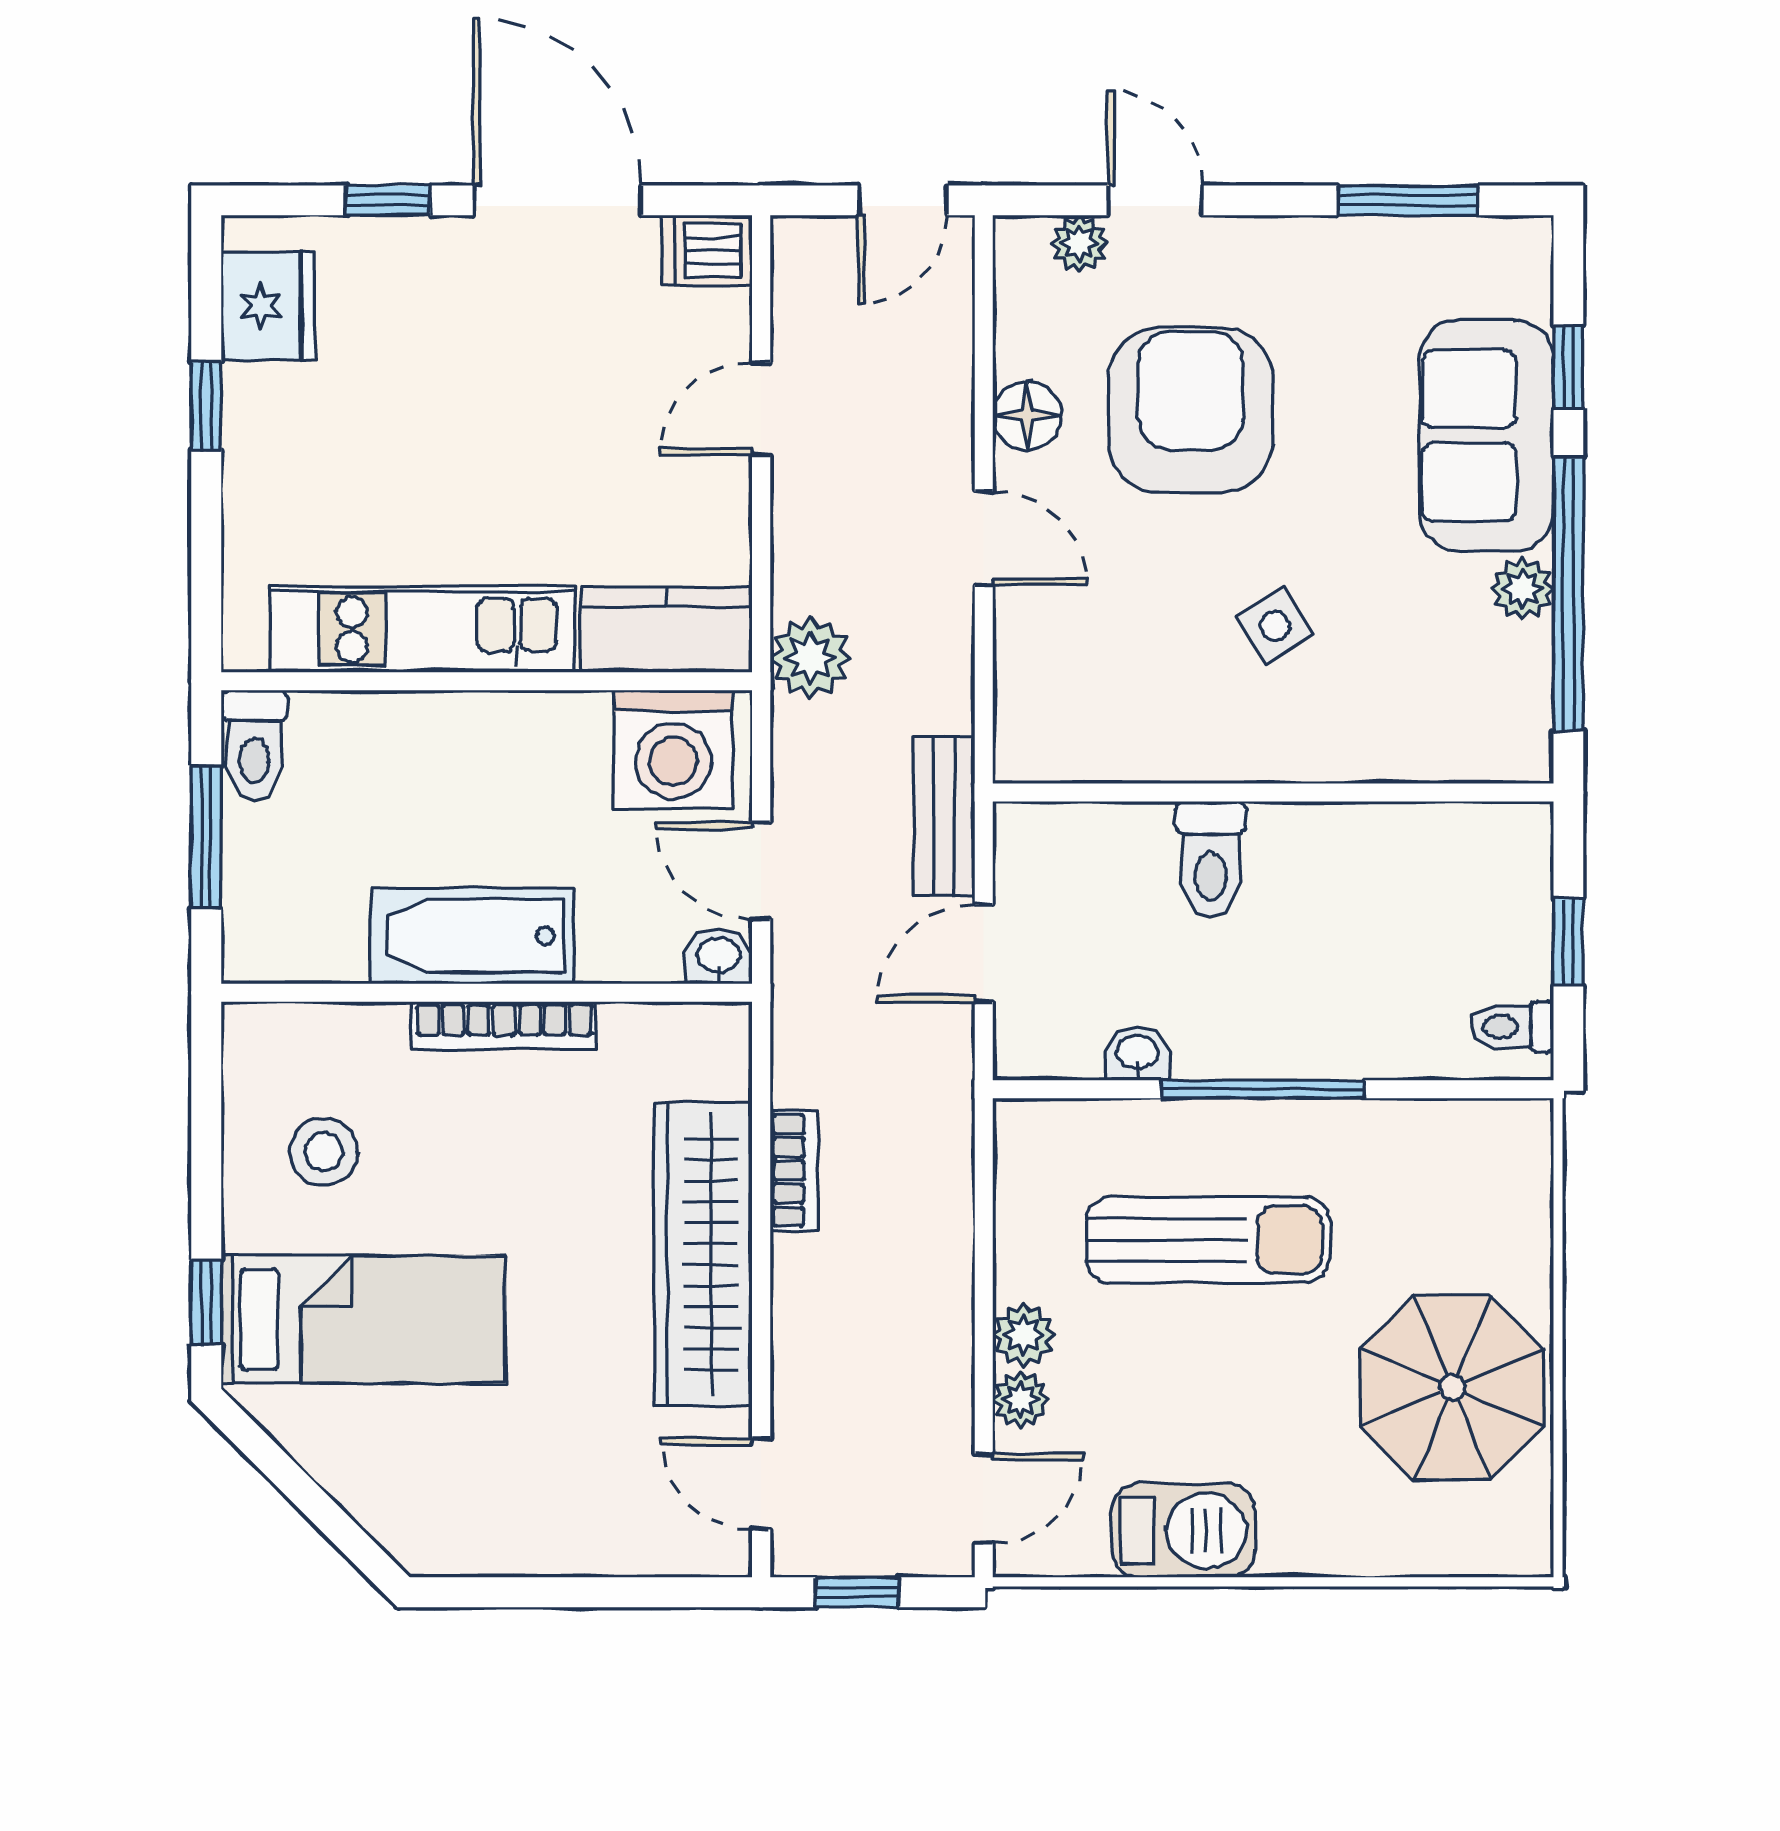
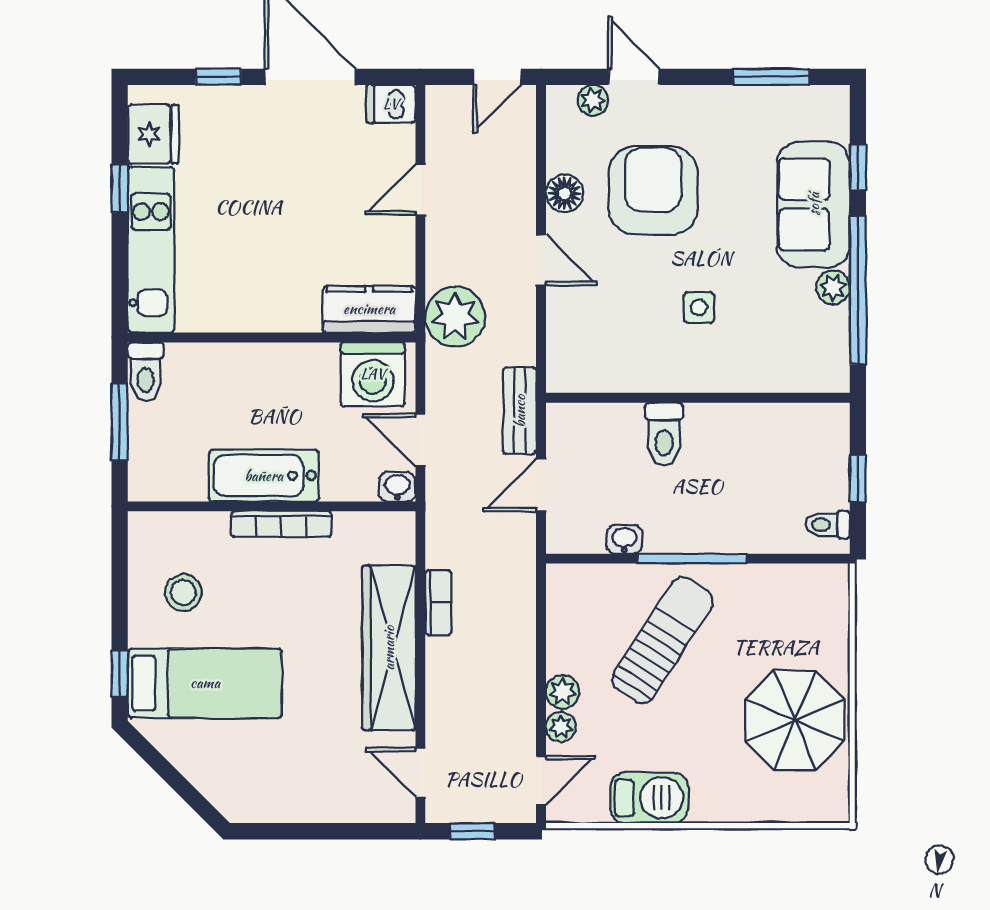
side table: (1275, 626) -> (699, 307), turned 33
kitchen unit: (422, 629) -> (151, 250), moved, turned 90
plant: (810, 658) -> (455, 317), width x1.36, depth x1.36
sun lounger: (1208, 1240) -> (663, 640), turned -57

